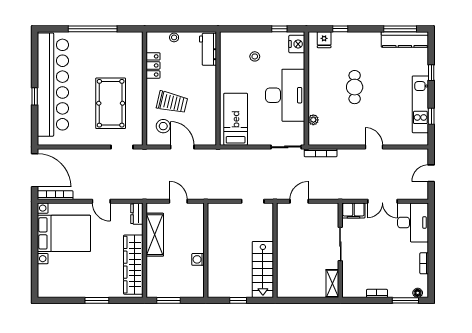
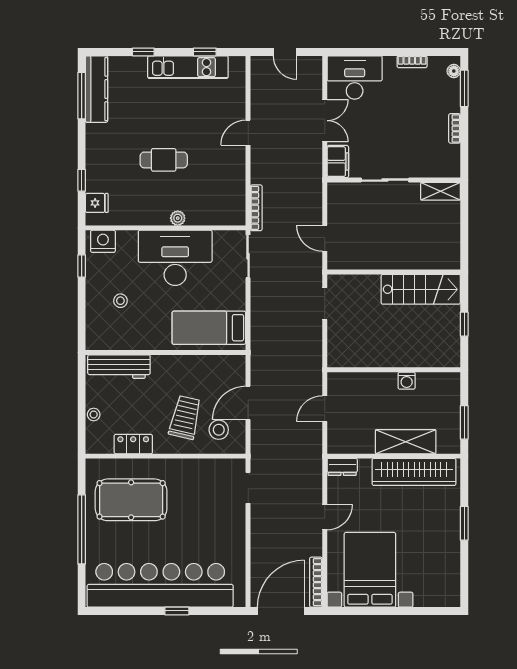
workbench: (208, 49) -> (119, 367), width x1.38
pool table: (111, 103) -> (131, 500), moved
plant: (313, 120) -> (178, 218), moved
shelving: (155, 235) -> (406, 442), moved

